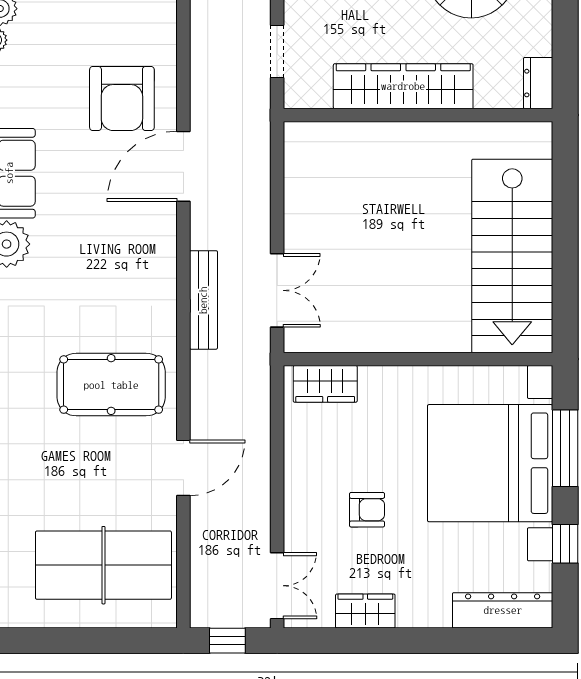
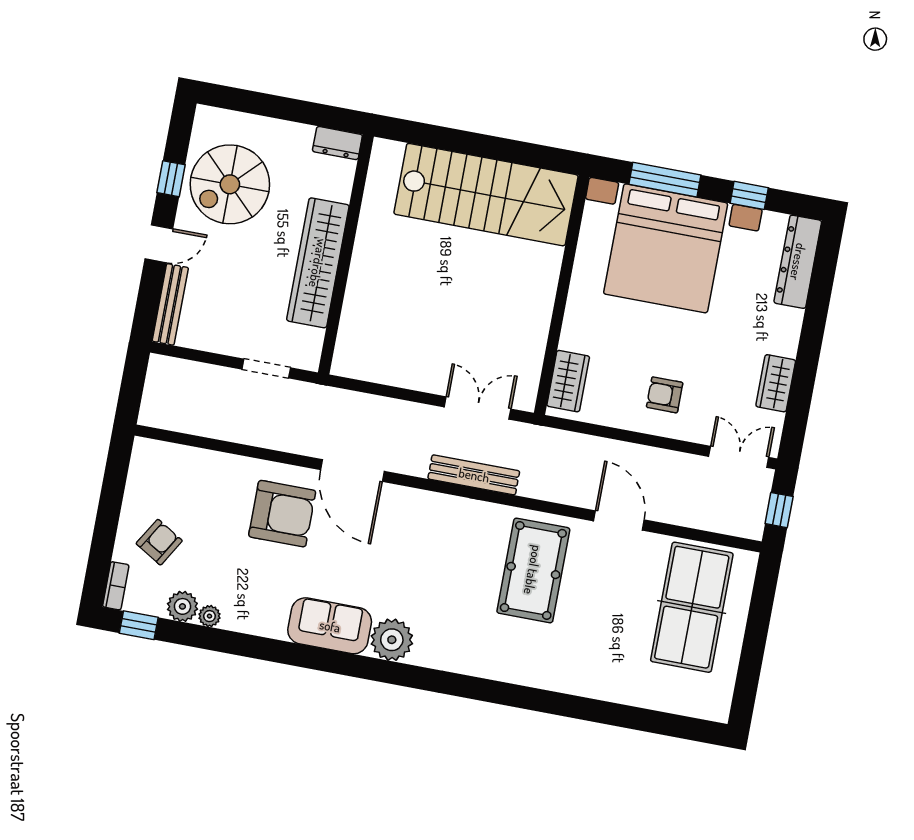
armchair: (367, 510) -> (665, 395), moved, turned -90

